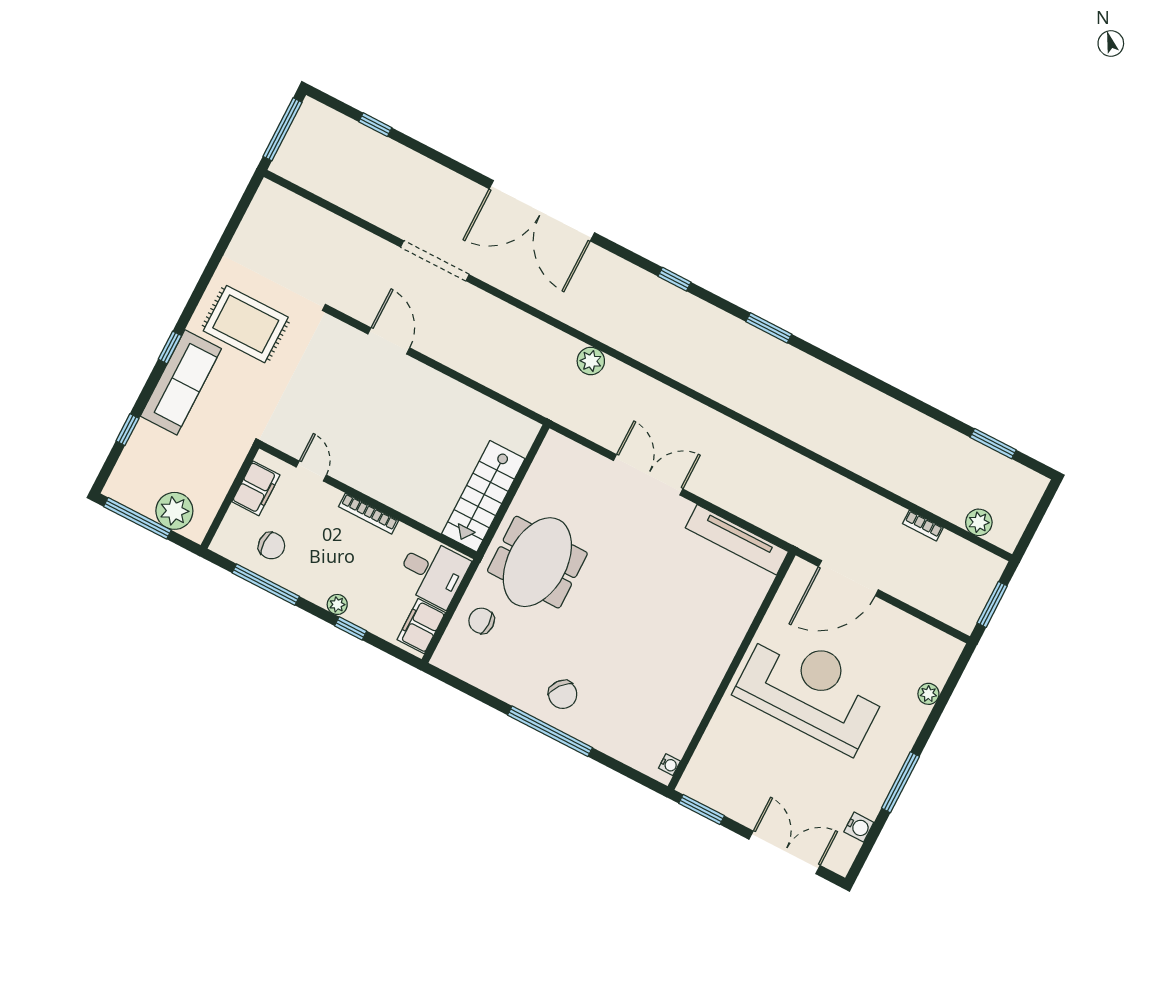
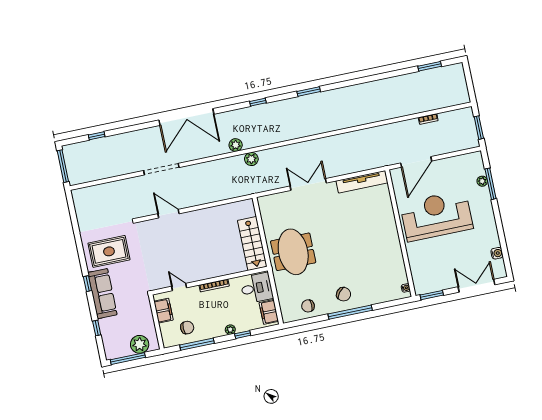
plant: (979, 522) -> (236, 145), moved
chair: (482, 621) -> (308, 306), moved
window: (900, 782) -> (491, 184), moved

